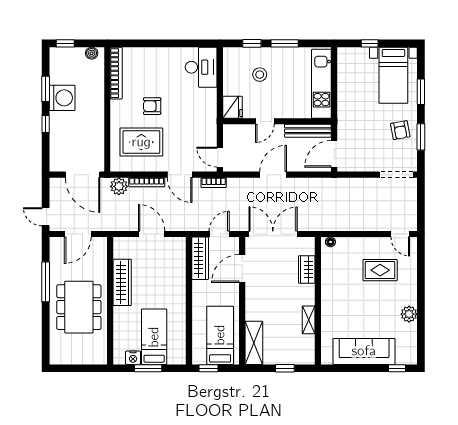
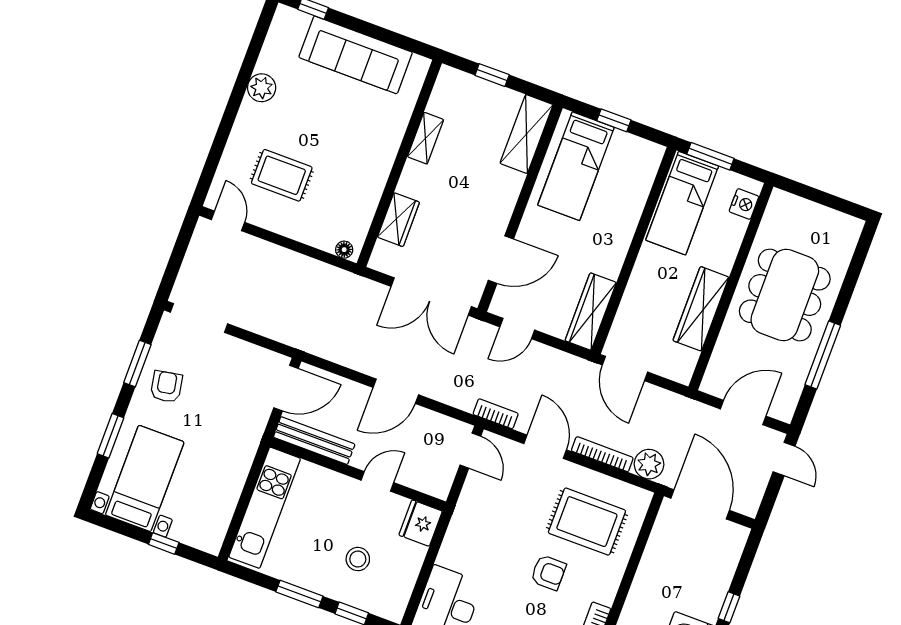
wardrobe: (200, 258) -> (591, 312), moved
wall: (189, 301) -> (634, 250), moved
nightstand: (133, 358) -> (744, 204), moved, turned 90

